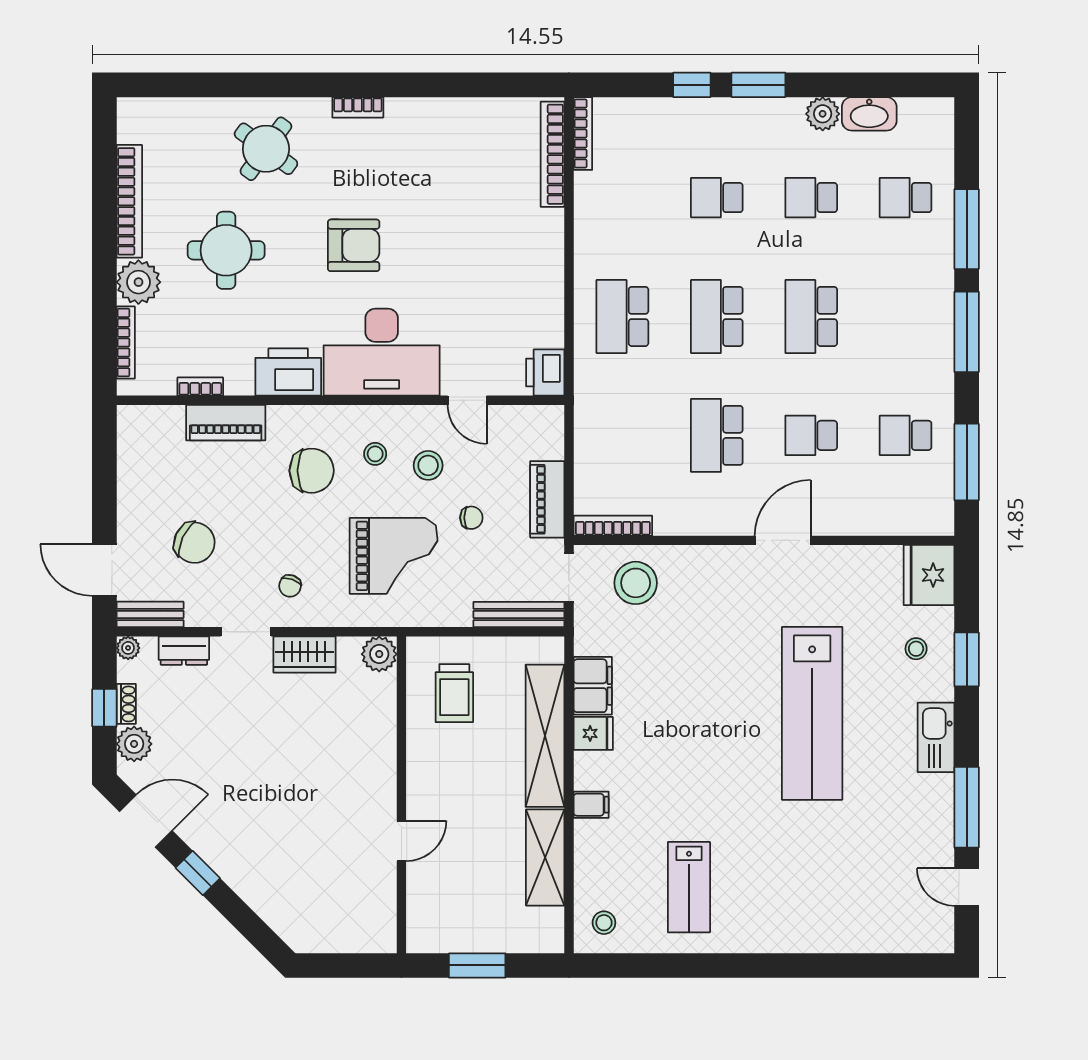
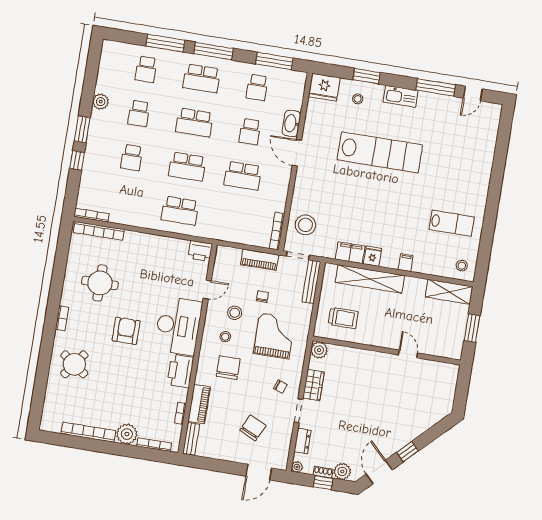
washbasin: (869, 114) -> (291, 123), moved, turned 180
round table: (226, 250) -> (100, 283), moved
school desk: (906, 316) -> (202, 78), added
bench: (150, 614) -> (191, 439), moved
shelving: (545, 857) -> (449, 292), moved

